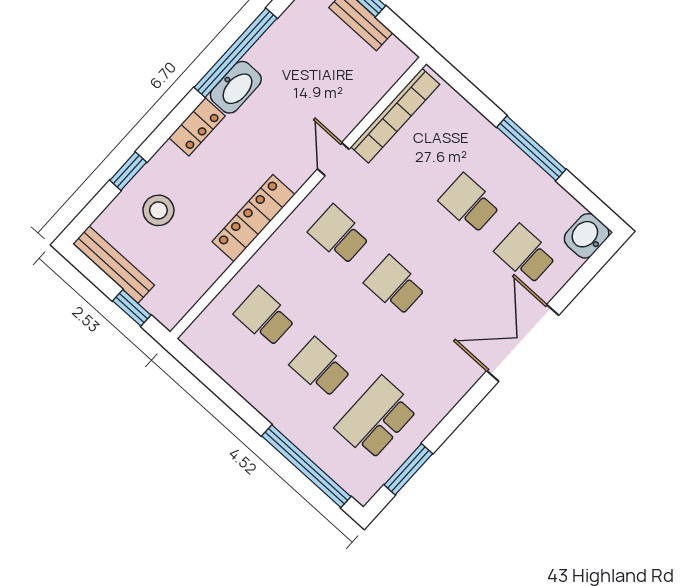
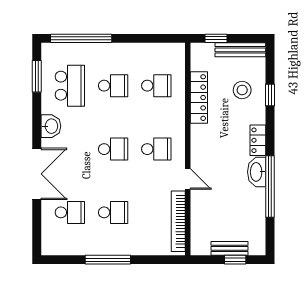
locker: (254, 218) -> (199, 98), moved
washbasin: (587, 236) -> (51, 126), moved

